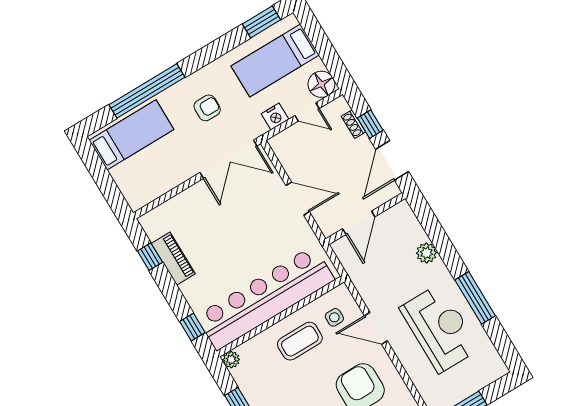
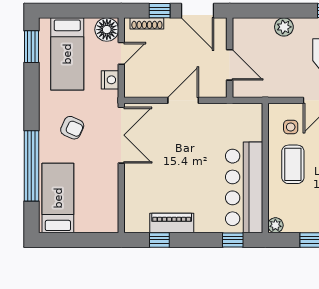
armchair: (207, 108) -> (72, 128), turned 114
shoe rack: (353, 124) -> (147, 23), width x1.43
bar counter: (265, 298) -> (244, 187), width x0.73

